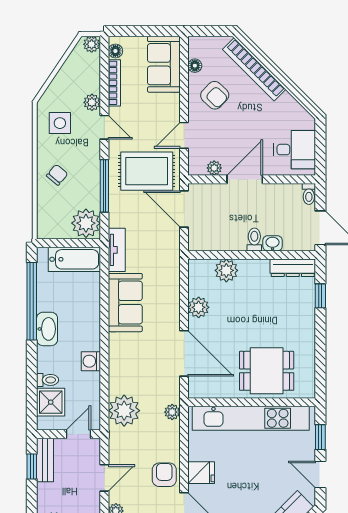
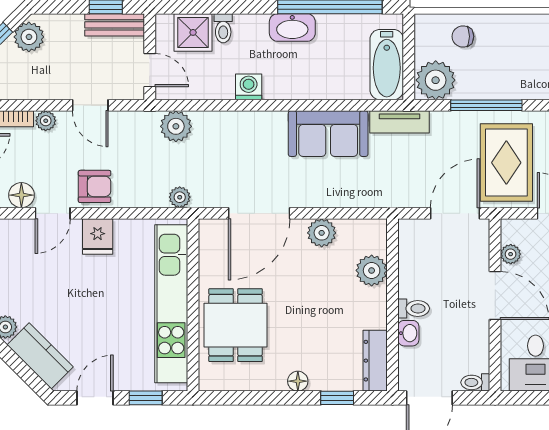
chair: (57, 175) -> (463, 36), moved, turned 140
floor lamp: (308, 325) -> (298, 381), added
plant: (124, 411) -> (176, 126), width x0.73, depth x0.73

